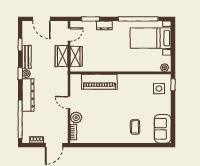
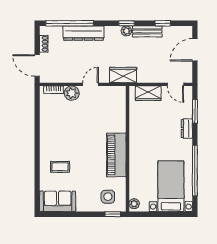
wardrobe: (62, 56) -> (123, 75), moved
piano: (99, 82) -> (116, 155), moved
dresser: (28, 95) -> (84, 33), moved

